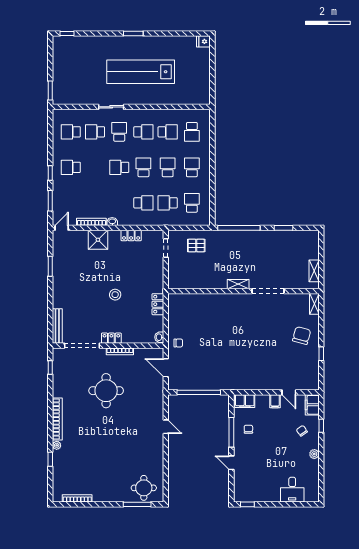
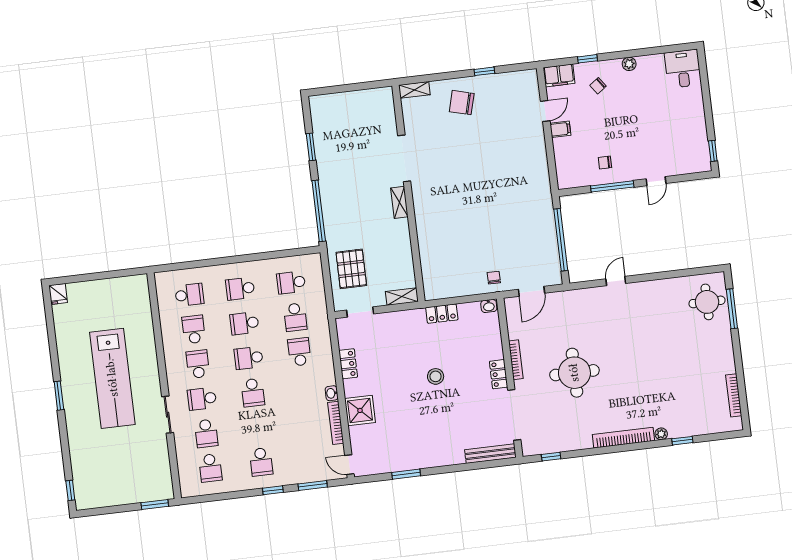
pallet: (196, 246) -> (351, 269), width x1.50, depth x1.42
shelving: (314, 271) -> (402, 297), moved
filing cabinet: (245, 401) -> (565, 172), removed
desk: (292, 490) -> (683, 69), moved, turned -90

